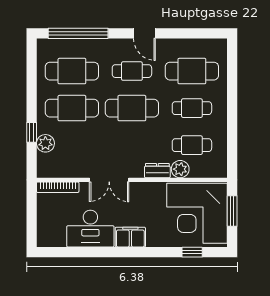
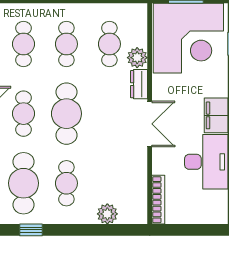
cafe table: (192, 71) -> (24, 44), width x0.73, depth x0.74
cafe table: (72, 108) -> (66, 183), width x0.73, depth x0.74
window: (32, 132) -> (31, 230), moved
double door: (109, 180) -> (150, 124), moved

